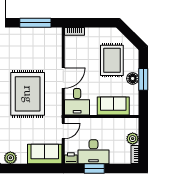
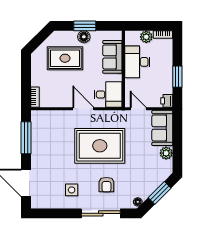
desk: (93, 152) -> (137, 62), moved, turned 180
plant: (10, 158) -> (166, 153), moved

